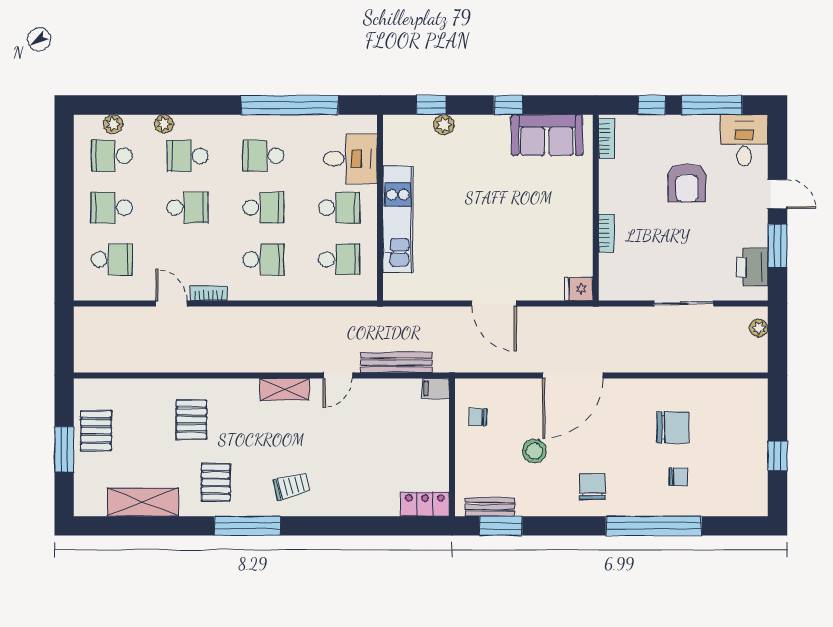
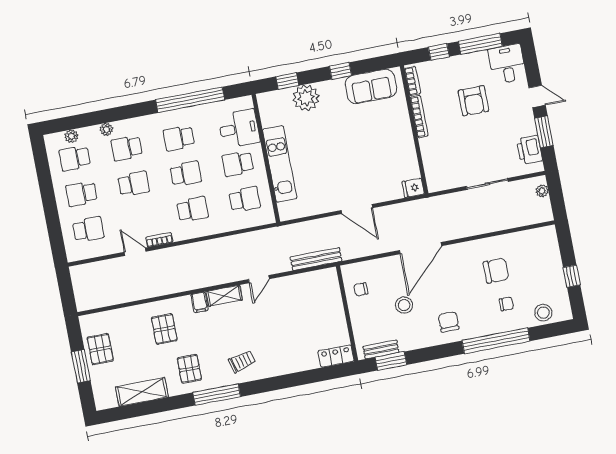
plant: (444, 125) -> (306, 98), width x1.87, depth x1.87
school desk: (339, 208) -> (238, 164), turned 180
bookcase: (606, 233) -> (419, 117), moved, width x1.56
bench: (396, 362) -> (316, 259), moved
filing cabinet: (435, 388) -> (200, 302), moved, turned -90
stool: (728, 499) -> (543, 313), added

